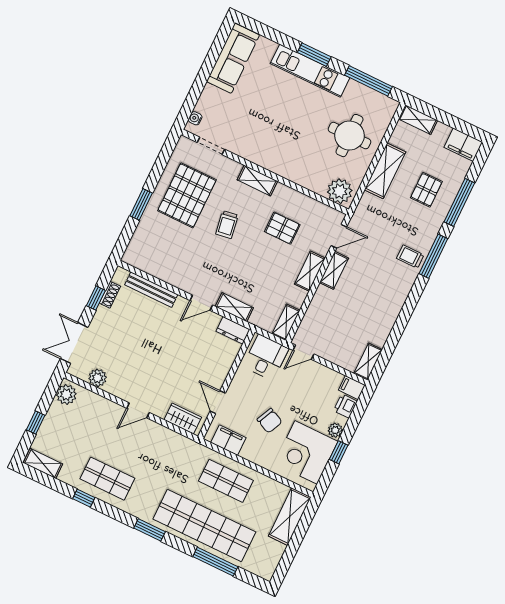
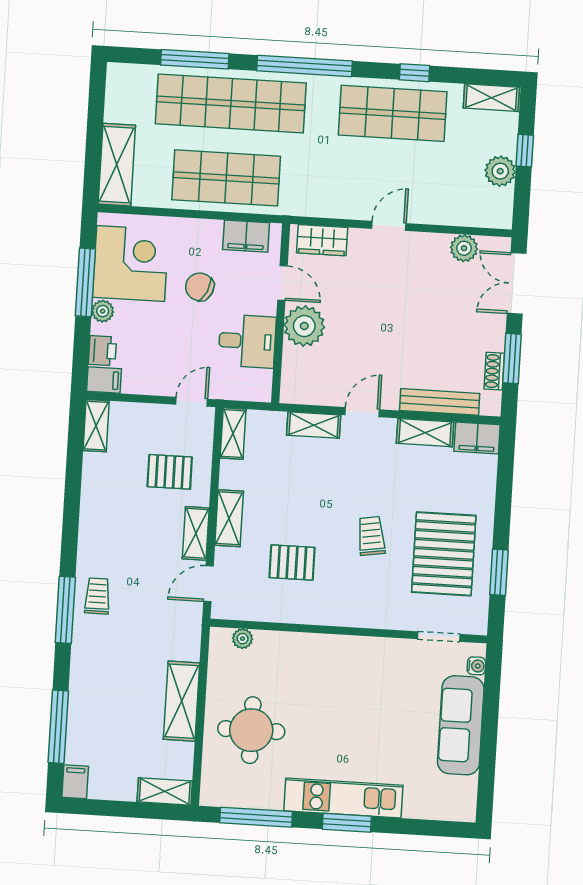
sofa: (233, 58) -> (461, 725), moved
filing cabinet: (463, 145) -> (75, 782), width x0.50
shelving: (257, 180) -> (425, 433), moved
pallet: (426, 190) -> (170, 472), moved, turned 90
plant: (340, 191) -> (243, 639), width x0.53, depth x0.53
window: (459, 202) -> (58, 727), moved
window: (141, 204) -> (499, 572), moved
trolley: (410, 257) -> (97, 596), turned -90
filing cabinet: (137, 258) -> (477, 438), added
window: (96, 298) -> (512, 358), width x1.50
dresser: (233, 330) -> (302, 392), removed
double door: (74, 343) -> (517, 283), swing flipped
desk: (266, 357) -> (247, 341), moved, turned -90
plant: (215, 370) -> (304, 326), added
plant: (66, 394) -> (500, 171), moved
window: (339, 452) -> (85, 282), width x2.17
shop shelf: (107, 479) -> (393, 113), width x1.43, depth x1.36
shop shelf: (226, 481) -> (226, 178), width x1.43, depth x1.36
window: (150, 530) -> (305, 66), width x2.11

